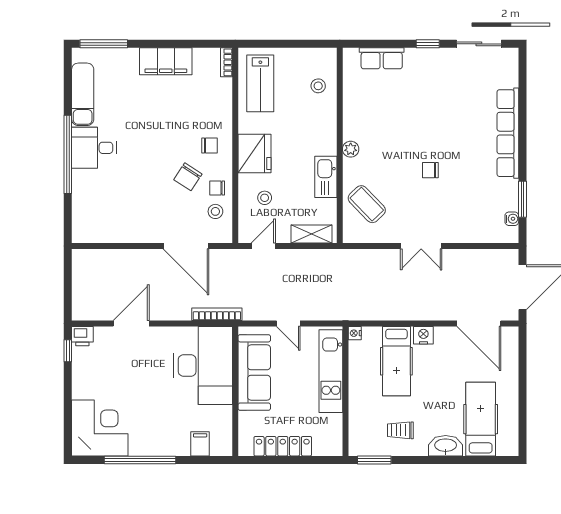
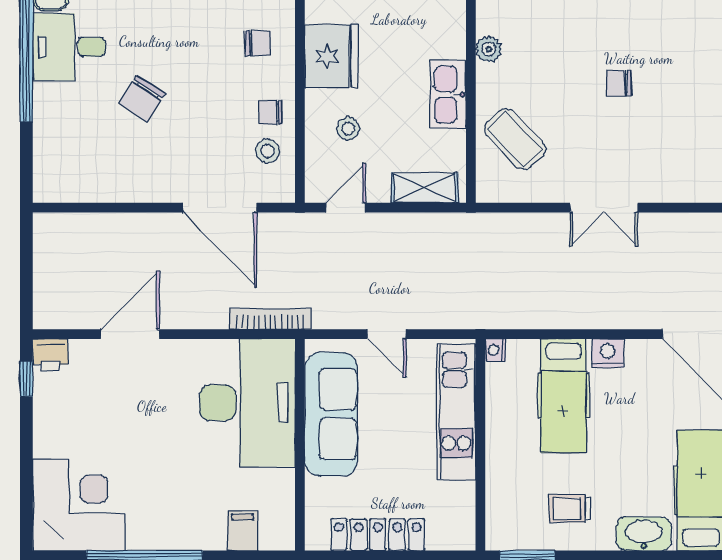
chair: (188, 177) -> (142, 99), moved

